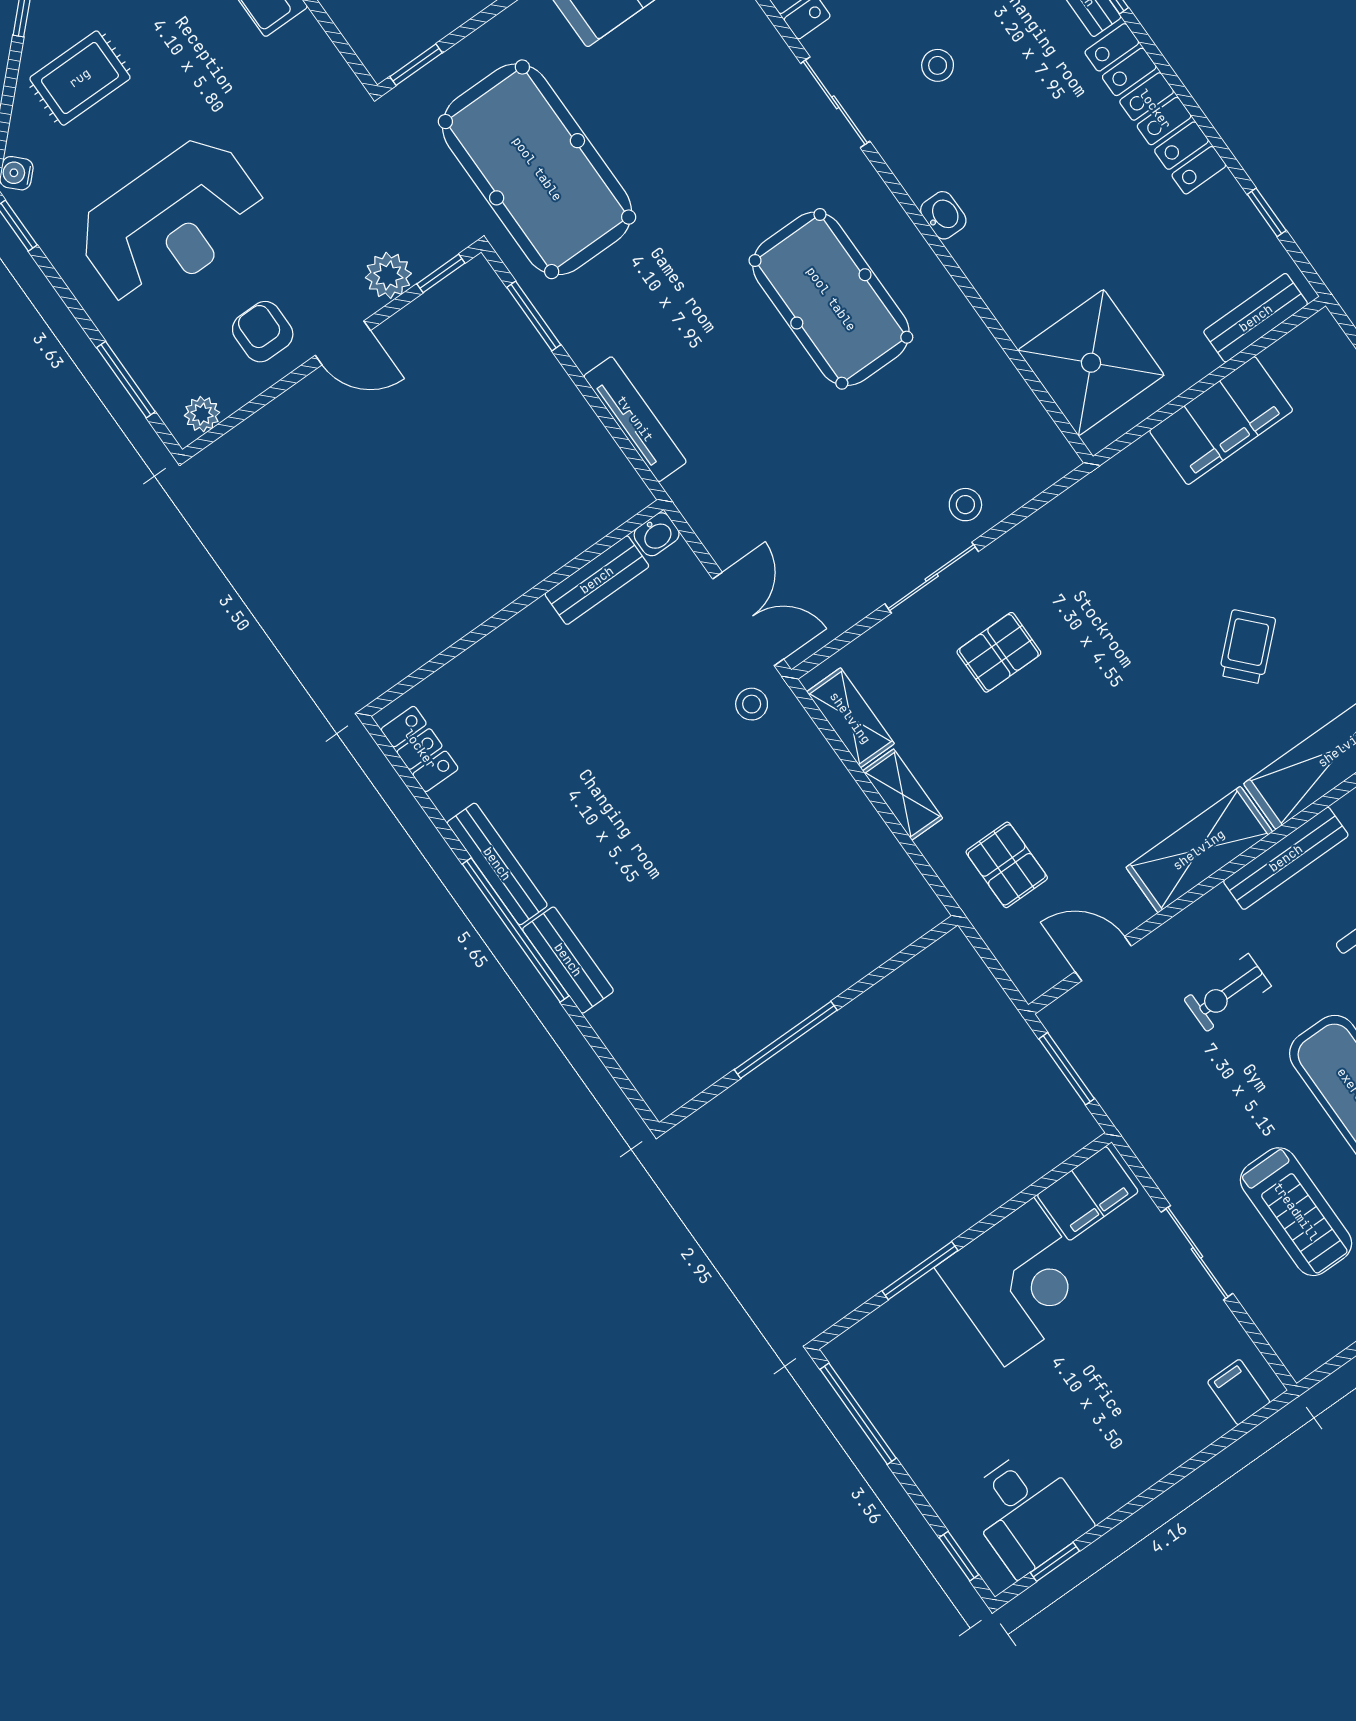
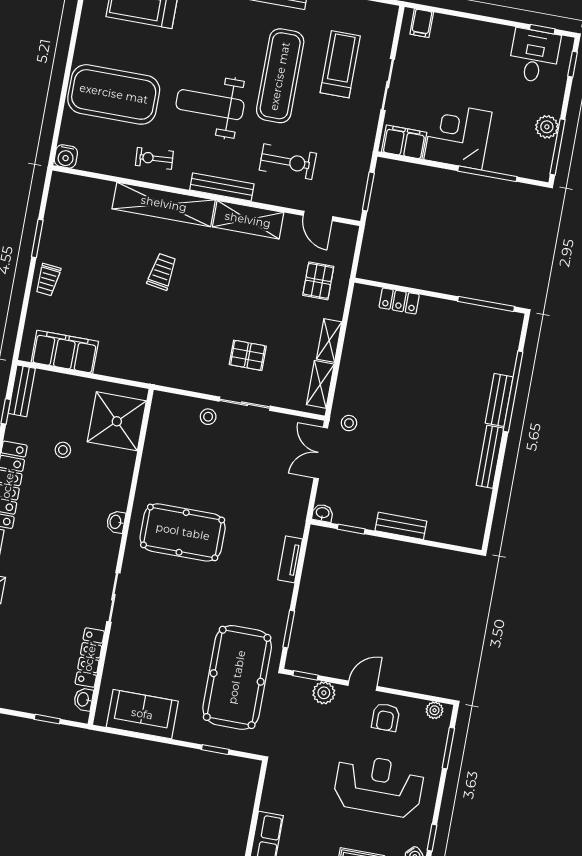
window: (416, 65) -> (215, 750), moved
stool: (938, 65) -> (63, 450), moved
pool table: (831, 299) -> (183, 532), turned 90
bench: (1256, 318) -> (22, 391), moved, turned 90
door: (343, 343) -> (362, 686), hinge flipped
tv unit: (635, 419) -> (290, 559), width x0.71
filing cabinet: (1221, 421) -> (65, 352), moved
window: (591, 553) -> (351, 529), added
bench: (597, 580) -> (401, 526), moved
trolley: (1247, 647) -> (162, 272), turned 142
locker: (420, 749) -> (399, 301), moved, turned -90
window: (516, 930) -> (513, 392), moved
exercise bike: (1228, 993) -> (288, 162), width x1.38, depth x1.39
window: (786, 1040) -> (486, 304), moved
window: (920, 1271) -> (487, 174), width x1.44
plant: (903, 1427) -> (547, 127), added

